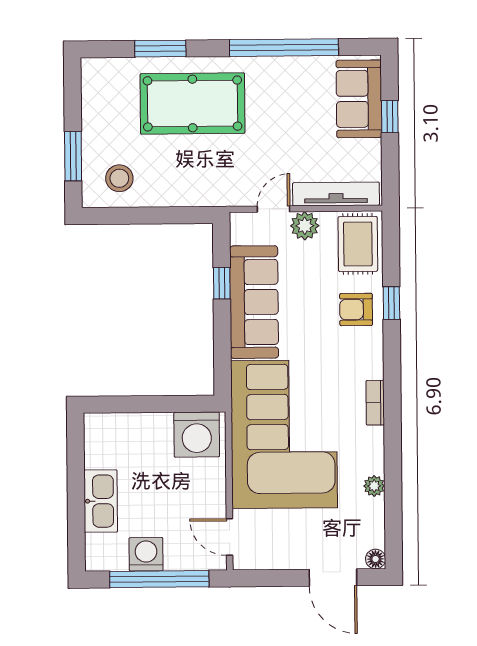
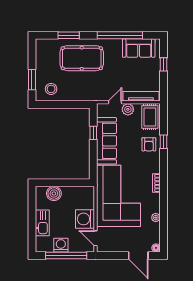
sofa: (359, 99) -> (139, 48), moved, turned -90
armchair: (356, 309) -> (149, 144), turned -90
boiler: (128, 430) -> (54, 193), added
washing machine: (197, 435) -> (85, 219), moved, turned 90

